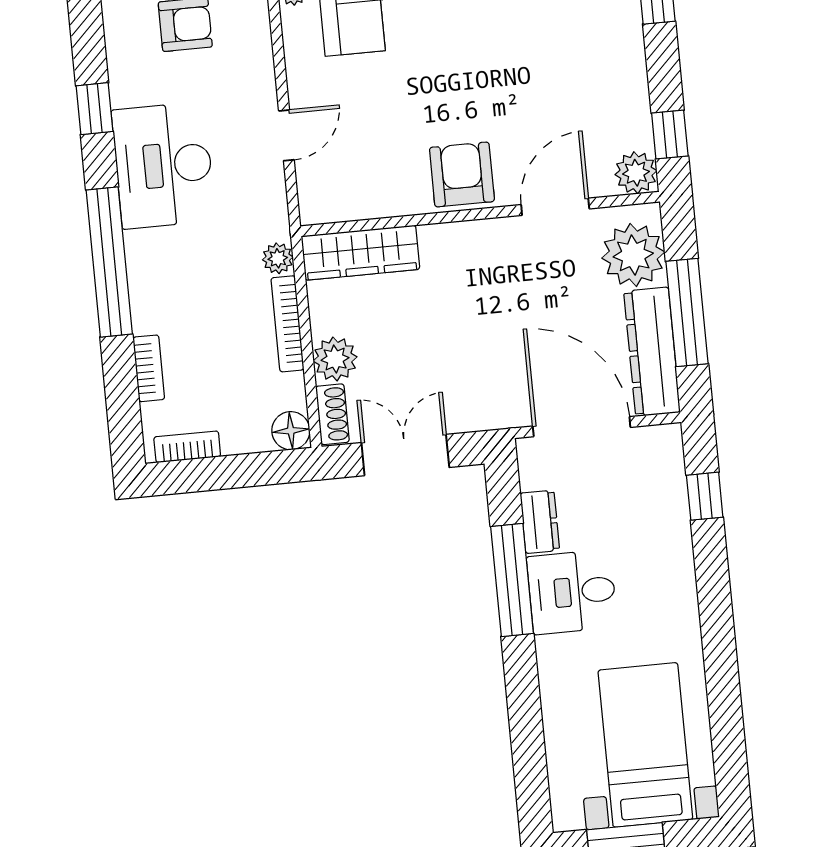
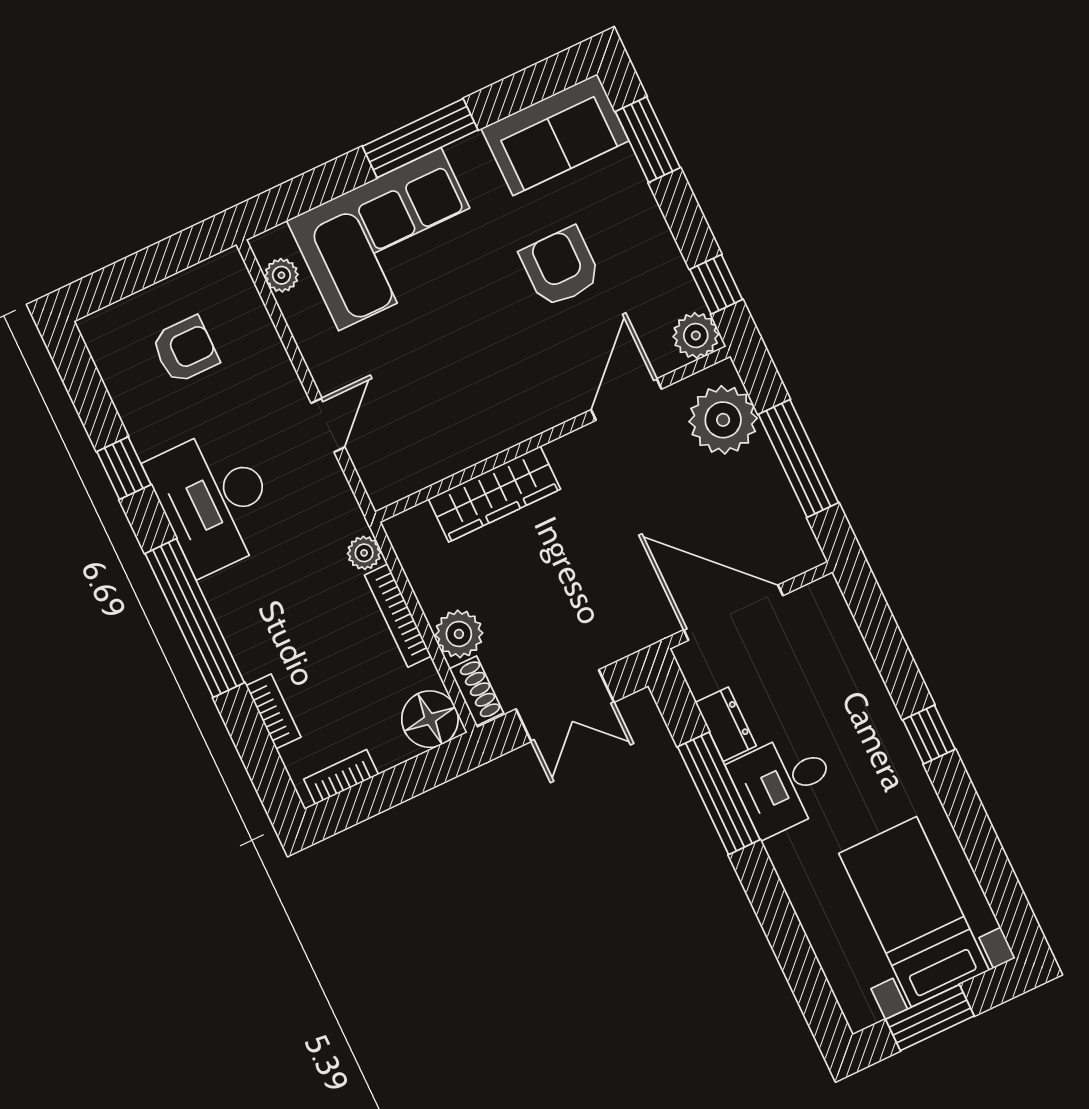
armchair: (462, 174) -> (560, 267), moved
wardrobe: (360, 253) -> (494, 494), moved
dresser: (652, 352) -> (777, 511), removed
floor lamp: (291, 431) -> (430, 719), width x1.38, depth x1.38
double door: (405, 455) -> (565, 706), swing flipped
window: (705, 496) -> (929, 735), moved

